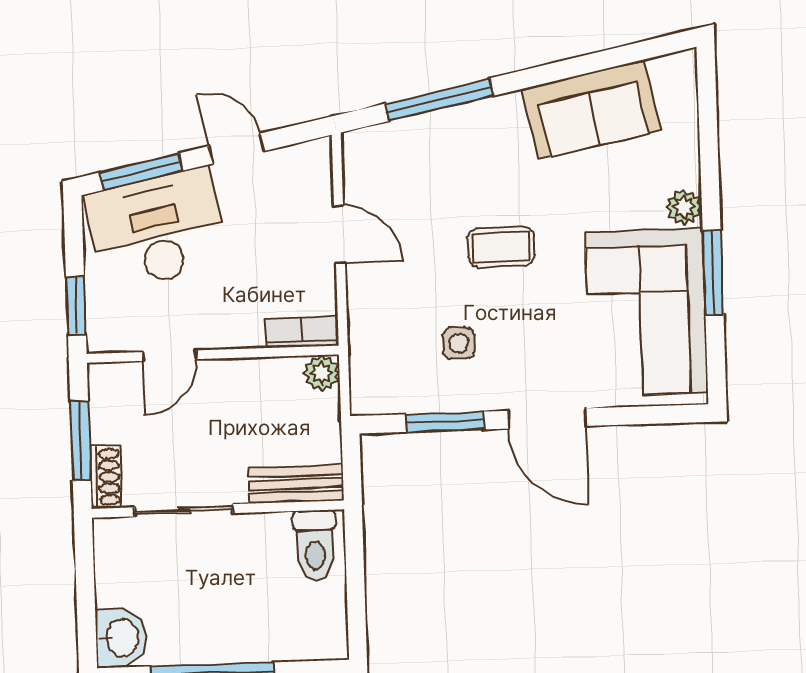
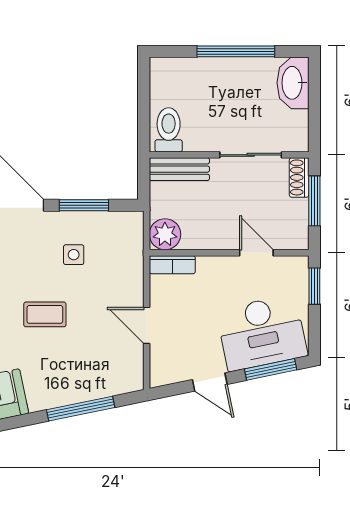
door: (169, 356) -> (256, 253), hinge flipped
plant: (322, 373) -> (165, 234), width x1.38, depth x1.38
washbasin: (121, 638) -> (293, 83), width x1.38

